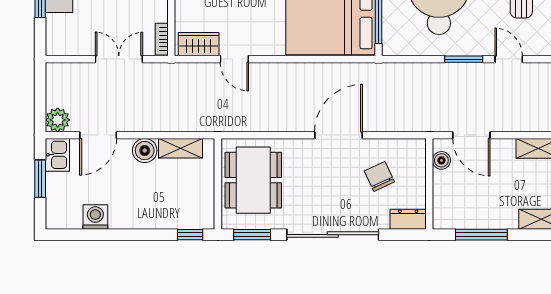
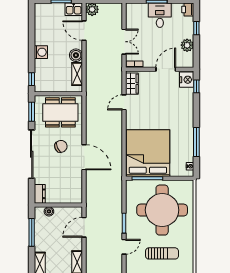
boiler: (441, 160) -> (49, 211), moved
chair: (379, 176) -> (61, 146), moved
washing machine: (95, 217) -> (41, 52), moved

